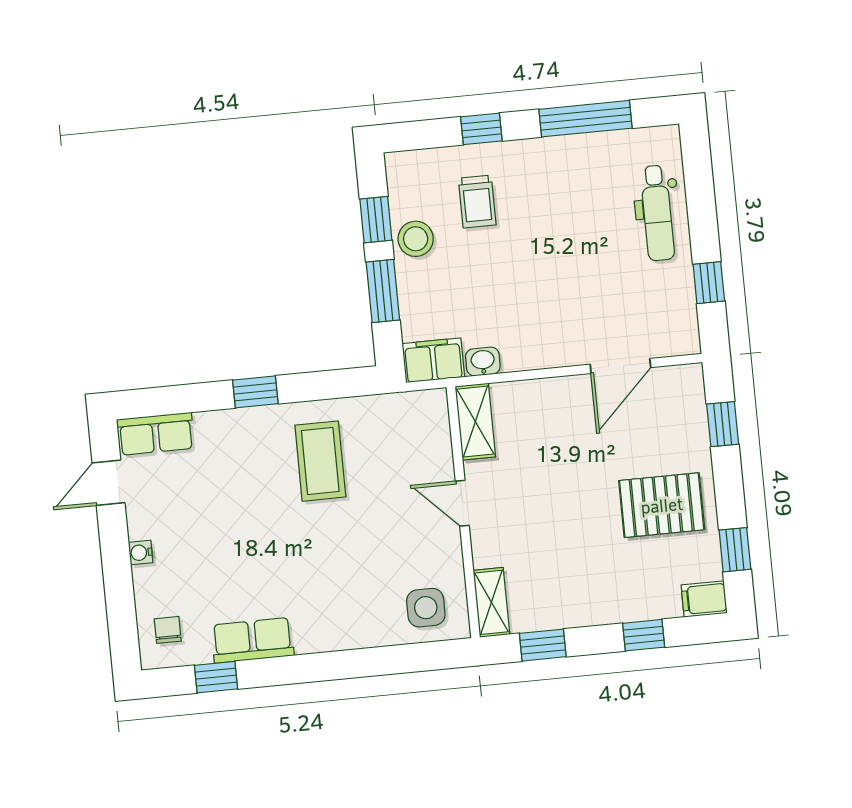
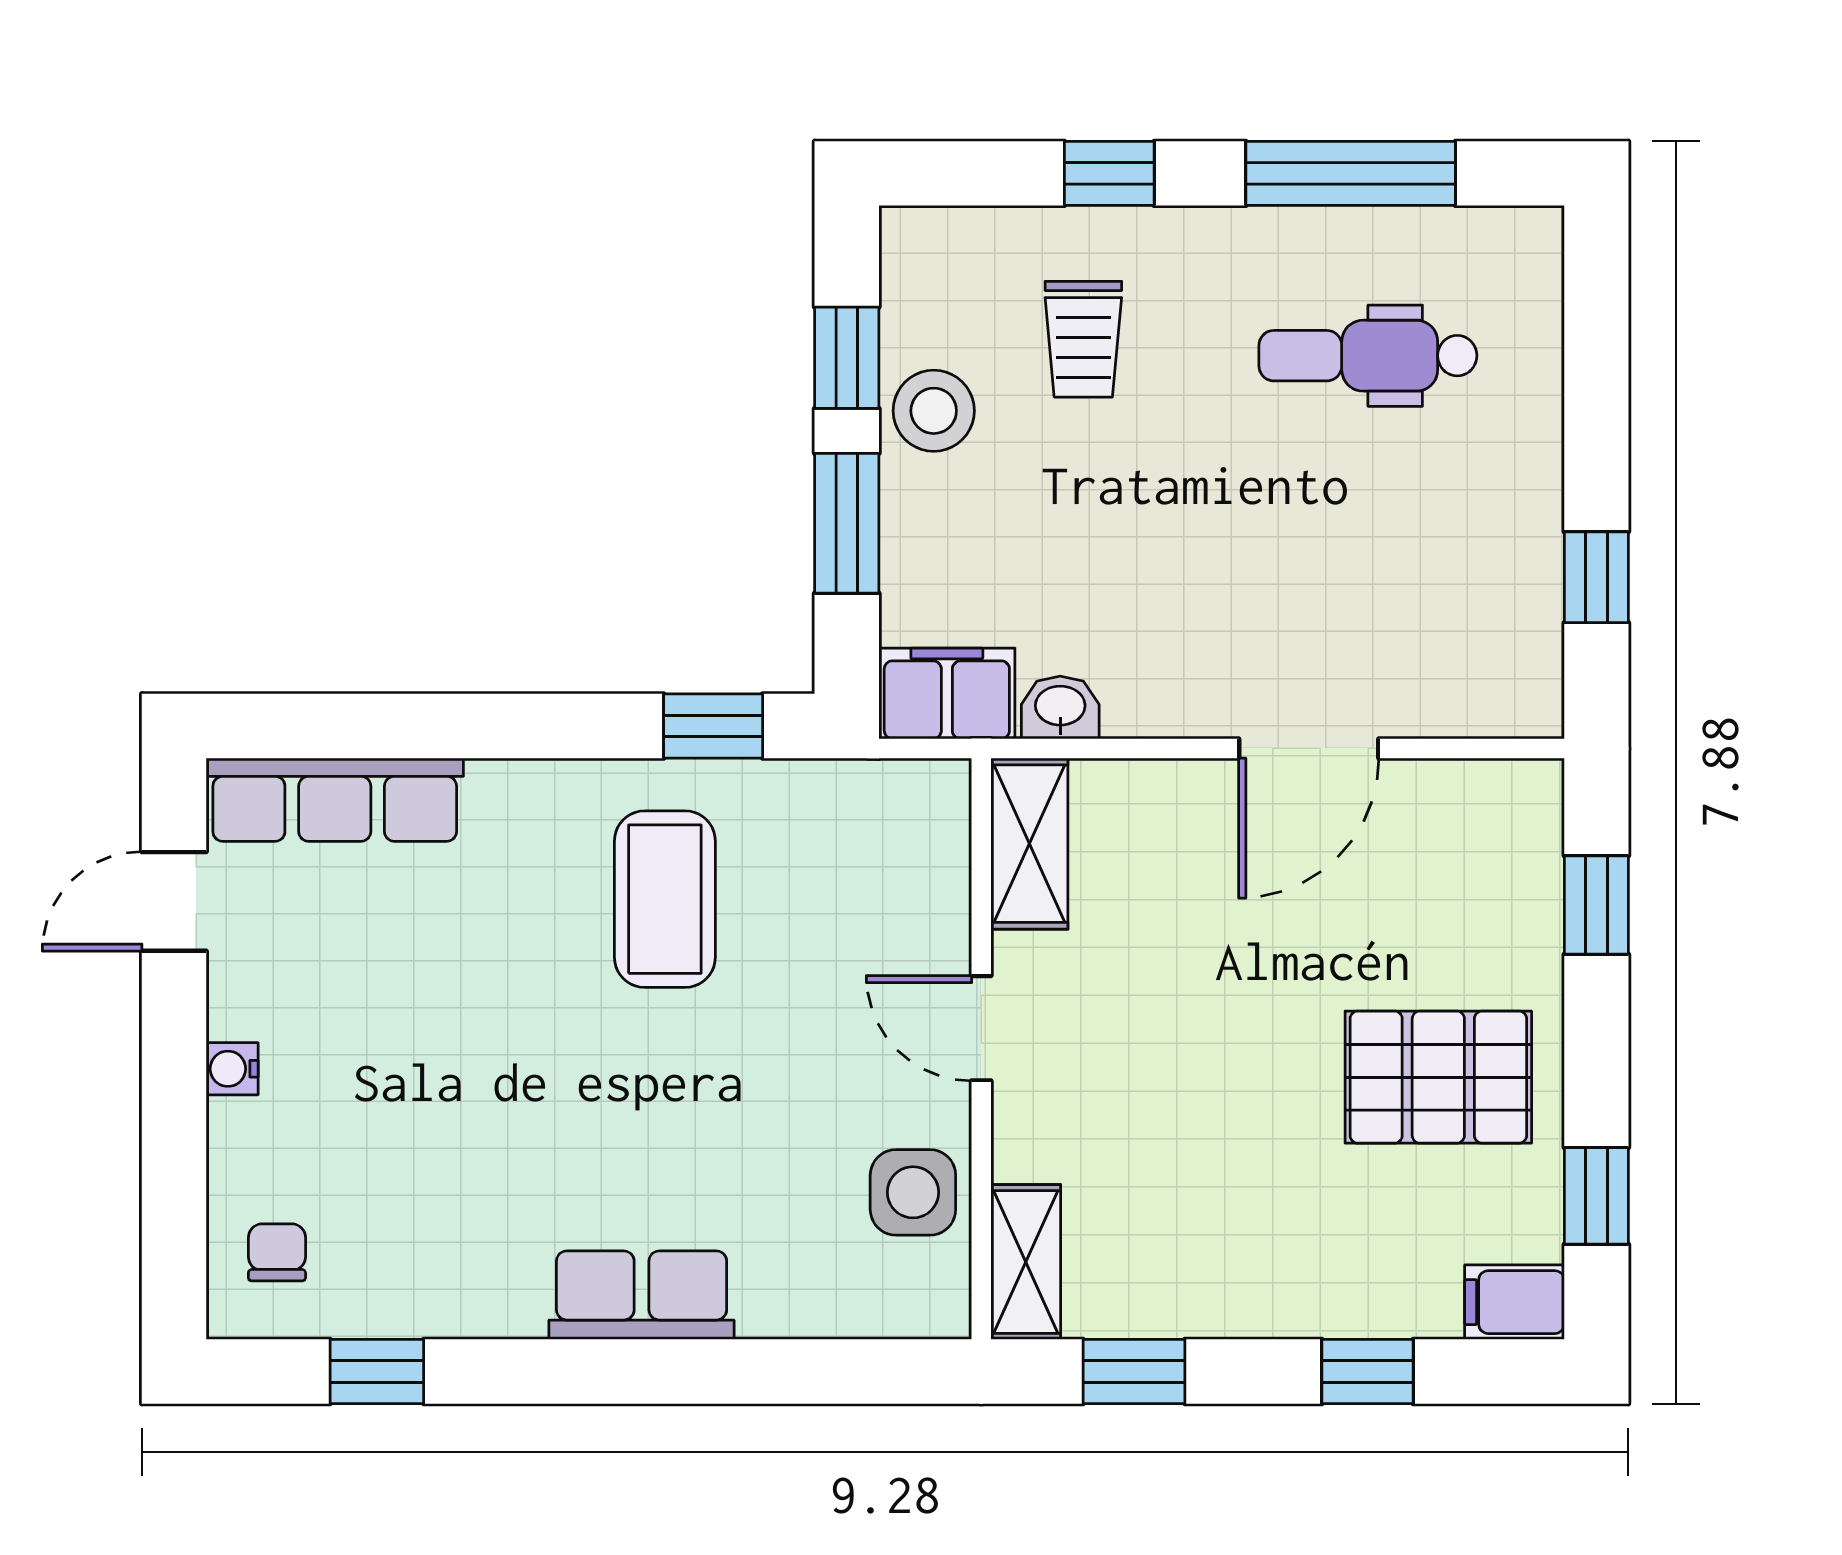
dental chair: (657, 213) -> (1368, 356), moved, turned 90
door: (620, 366) -> (1309, 748), moved
window: (255, 392) -> (713, 726), moved
row of seats: (156, 434) -> (335, 800), width x1.48
side table: (426, 608) -> (913, 1192), moved
row of seats: (253, 640) -> (642, 1295), moved

